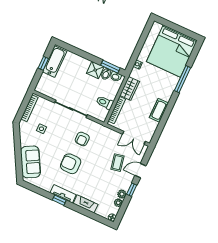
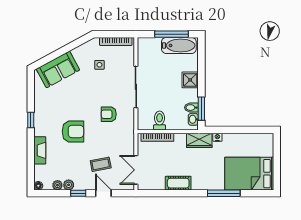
bed: (172, 51) -> (249, 174), width x0.73
window: (43, 63) -> (171, 34), width x2.17
shower: (95, 70) -> (190, 80), moved
wardrobe: (130, 88) -> (199, 140), moved
armchair: (71, 164) -> (73, 131), moved, turned 90
tv unit: (63, 194) -> (40, 121), removed

